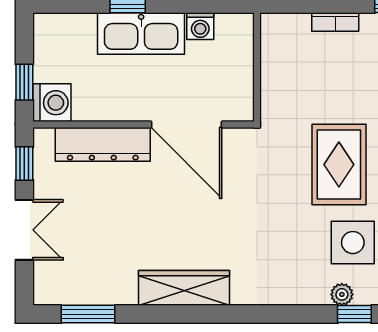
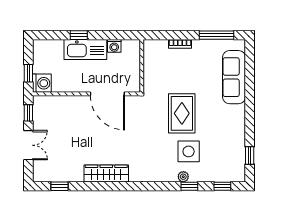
dresser: (103, 144) -> (67, 104), removed
window: (88, 314) -> (59, 186), width x0.67

